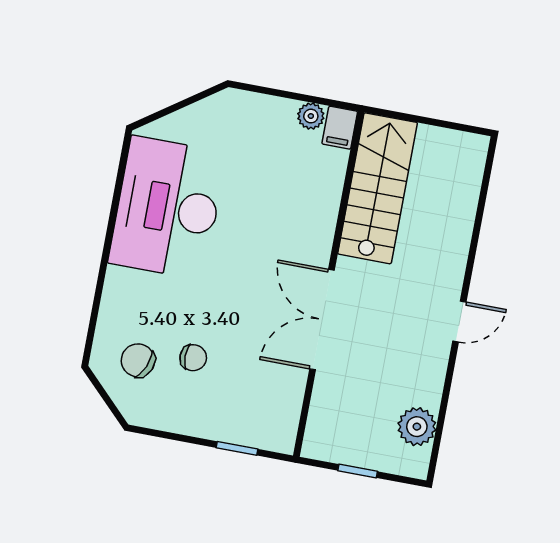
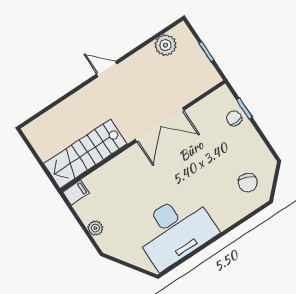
plant: (311, 116) -> (95, 228), moved
chair: (193, 358) -> (234, 118), moved

